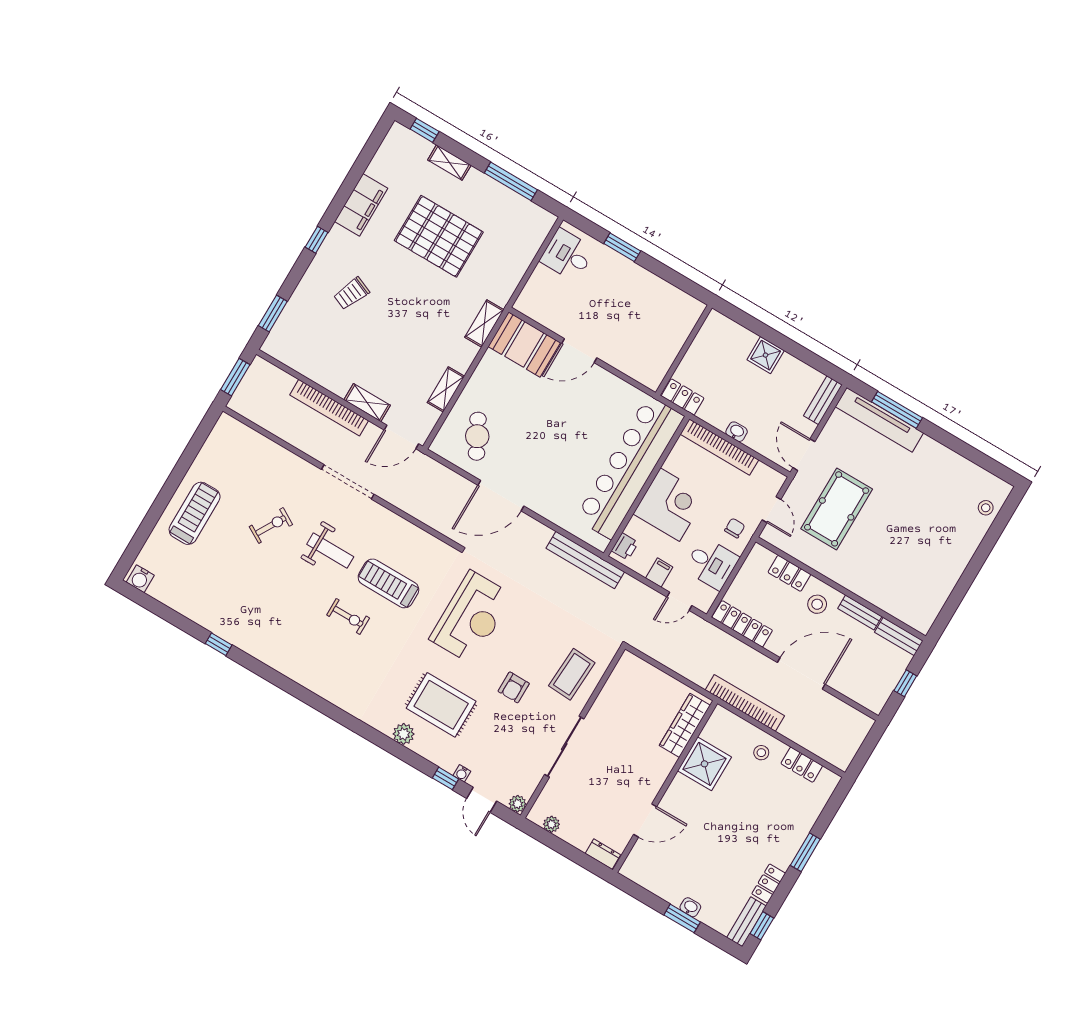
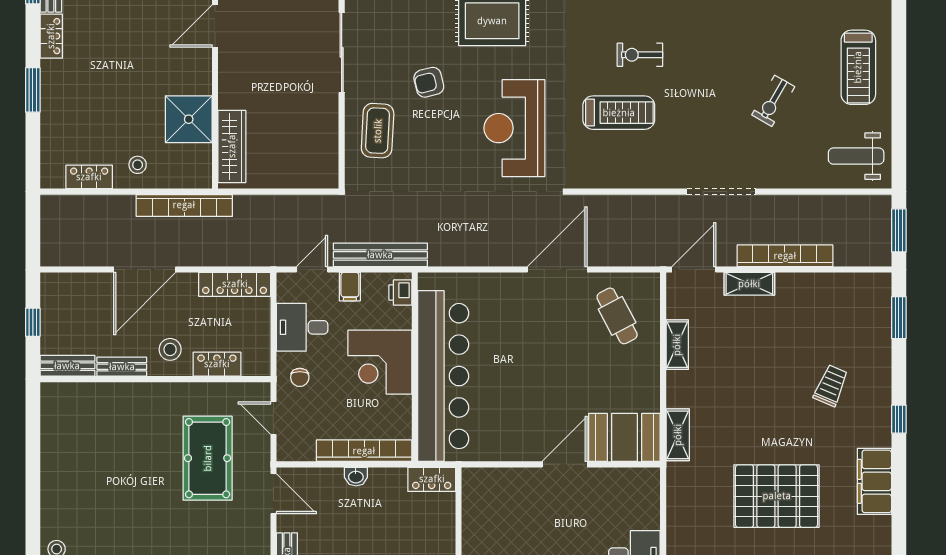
weight bench: (330, 550) -> (856, 156), moved
bench: (585, 560) -> (380, 255), moved
armchair: (514, 687) -> (429, 82), turned -104

